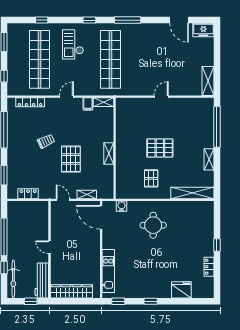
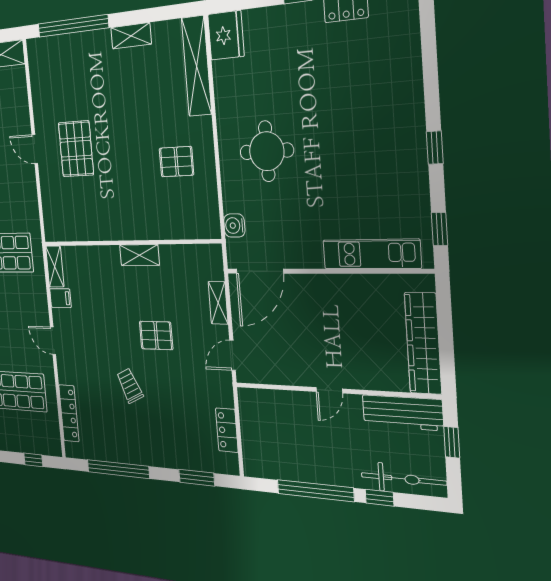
pallet: (160, 148) -> (76, 149), moved
pallet: (71, 159) -> (156, 335), width x0.67, depth x0.71
fridge: (181, 290) -> (226, 35), moved, turned 180

